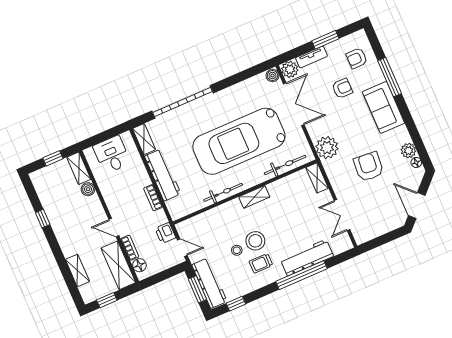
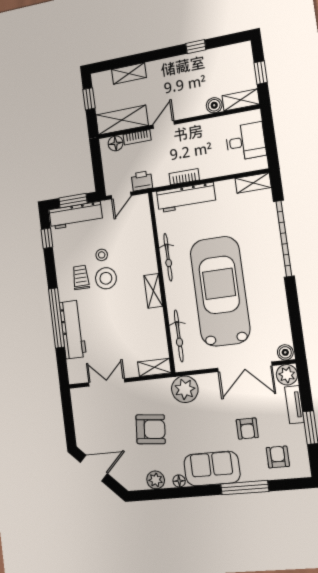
floor lamp: (416, 162) -> (179, 481), moved
workbench: (163, 175) -> (186, 197), moved

